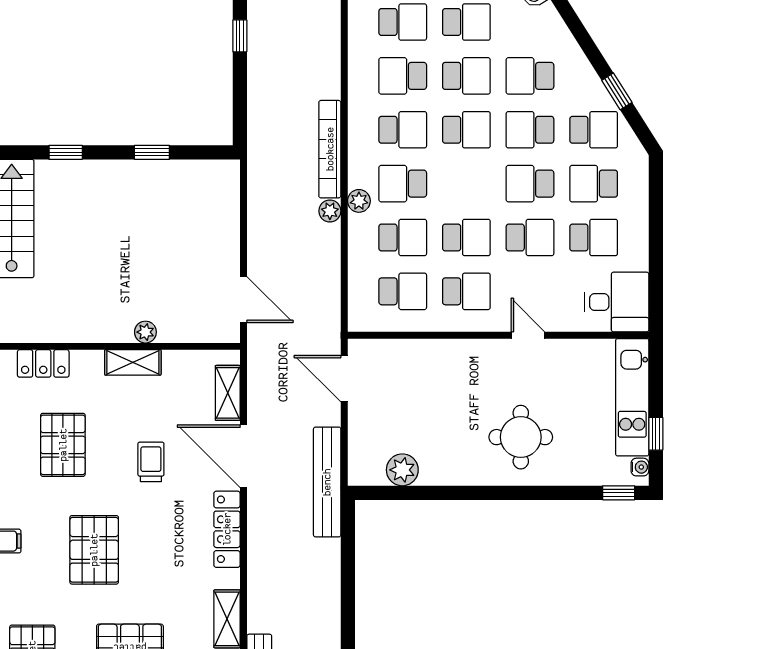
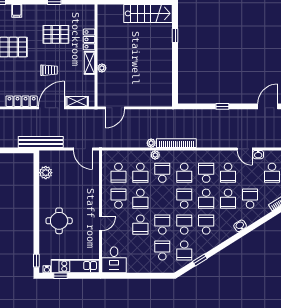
school desk: (466, 130) -> (184, 199), turned 180
window: (152, 152) -> (175, 71), removed
school desk: (594, 237) -> (140, 250), removed
school desk: (466, 291) -> (118, 199), turned 180
locker: (43, 363) -> (89, 39), moved
door: (344, 379) -> (83, 149), swing flipped

